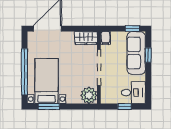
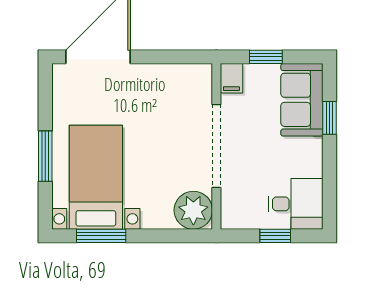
window: (132, 29) -> (266, 57), moved
wardrobe: (86, 38) -> (187, 78), removed
sofa: (136, 53) -> (302, 100), width x0.73
window: (24, 72) -> (45, 156), width x0.47

